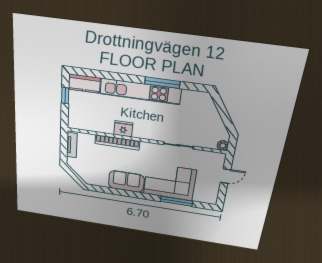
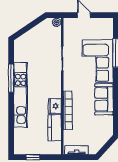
kitchen counter: (84, 84) -> (55, 128), moved, turned 180

